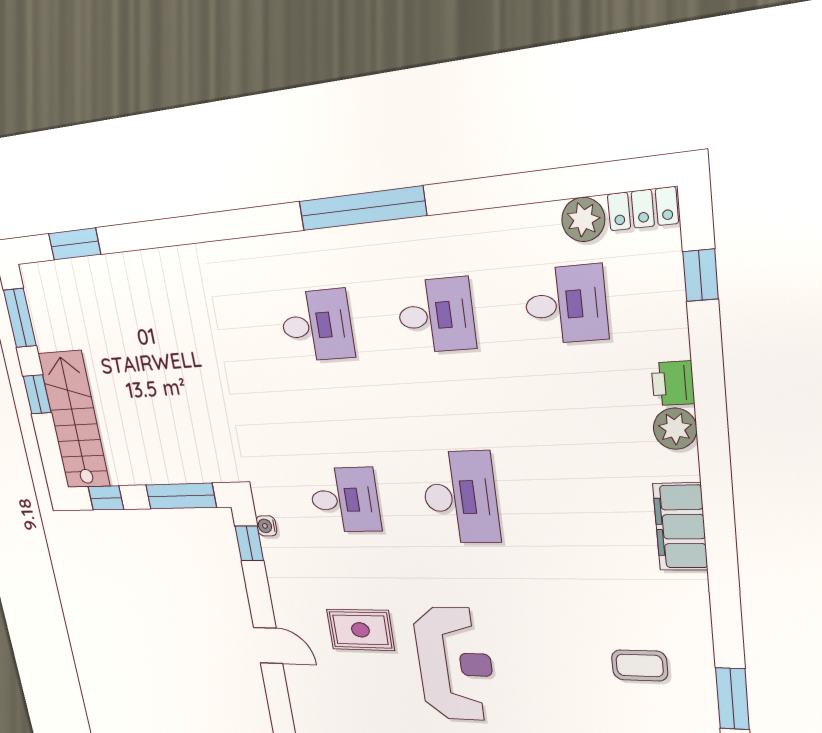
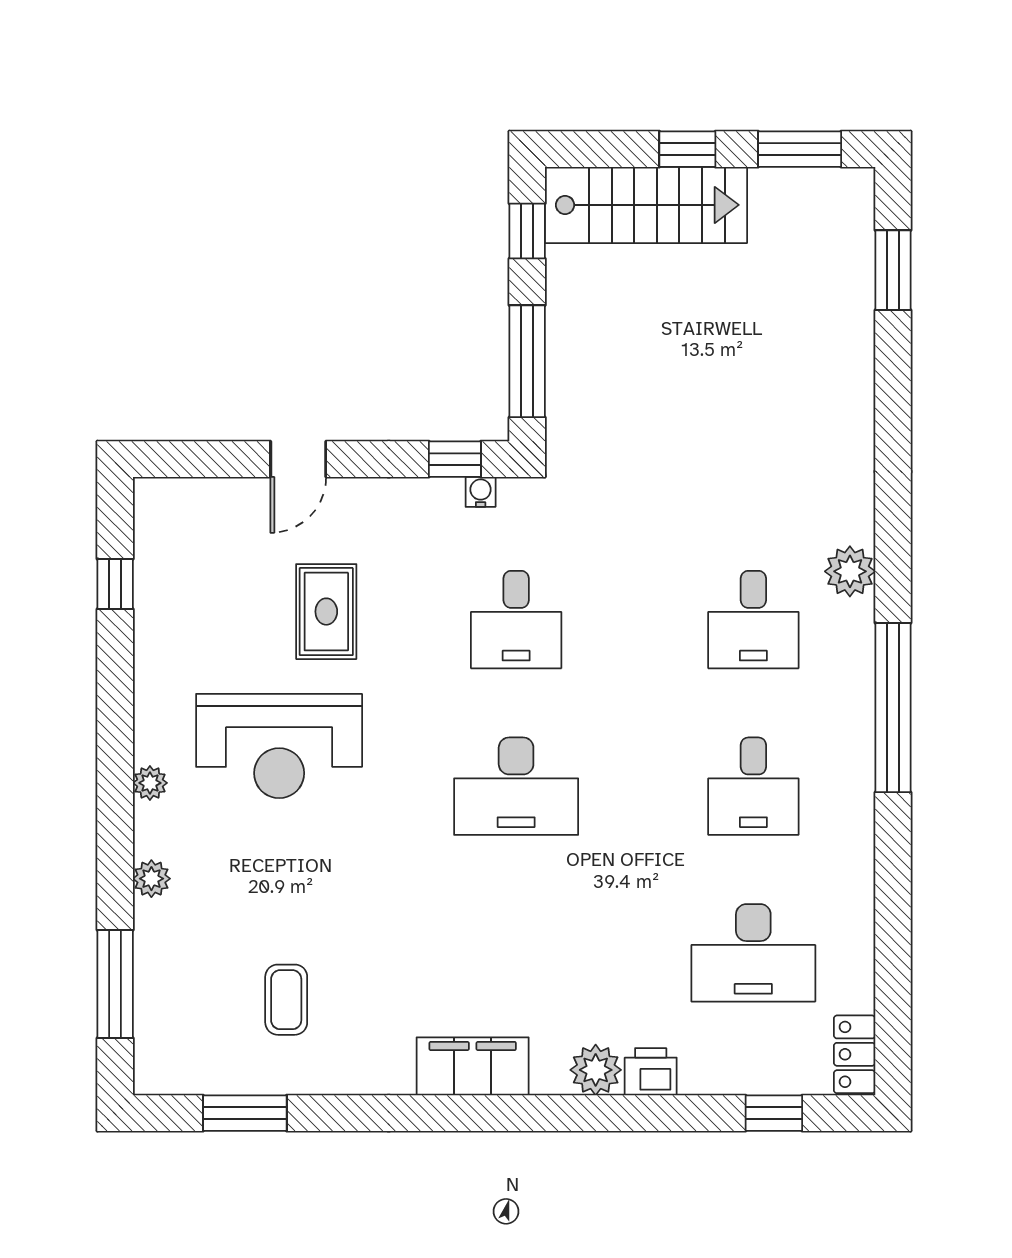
plant: (583, 219) -> (850, 571), moved
desk: (566, 305) -> (753, 953), width x1.37

